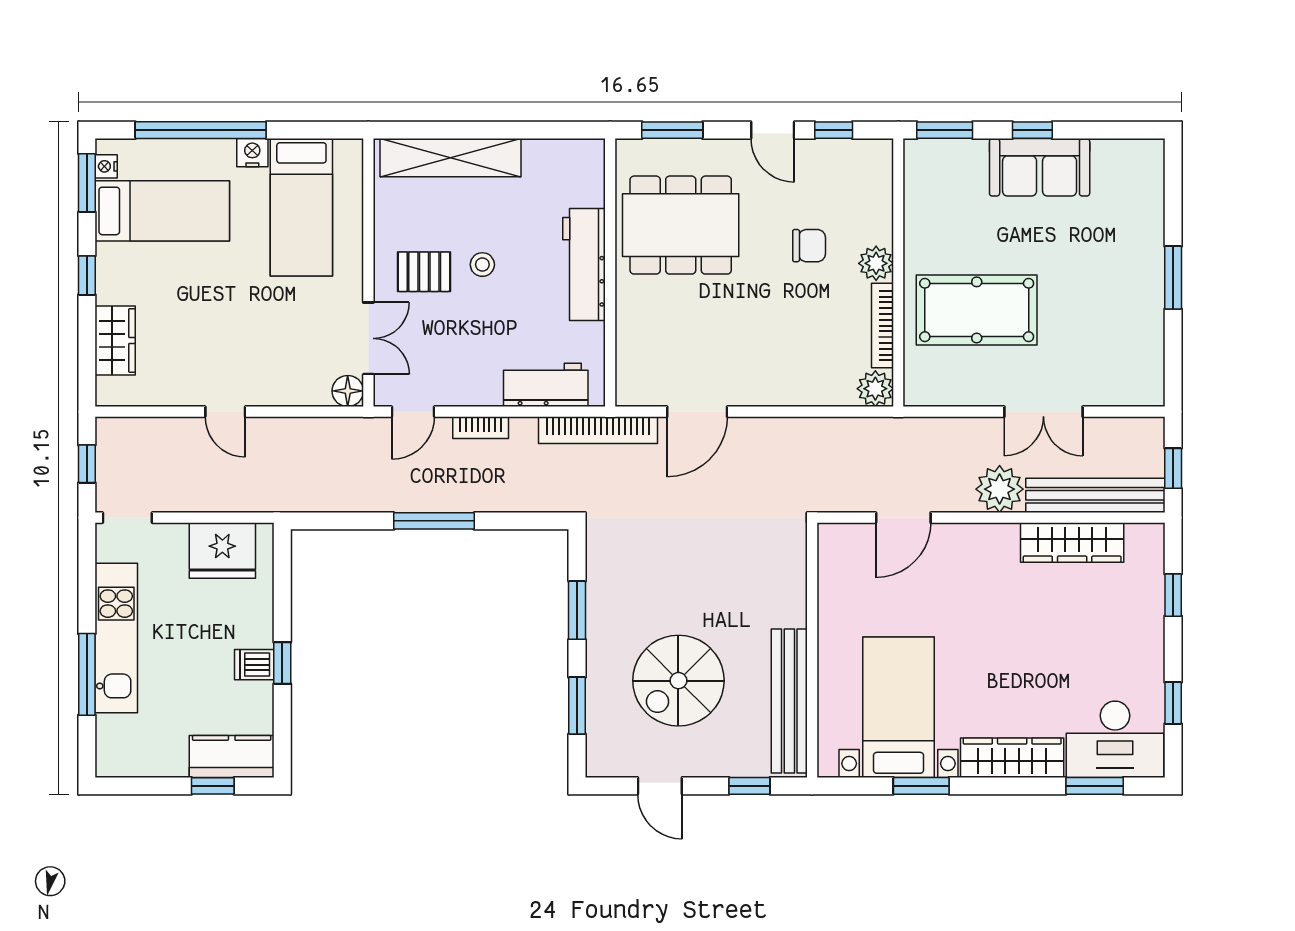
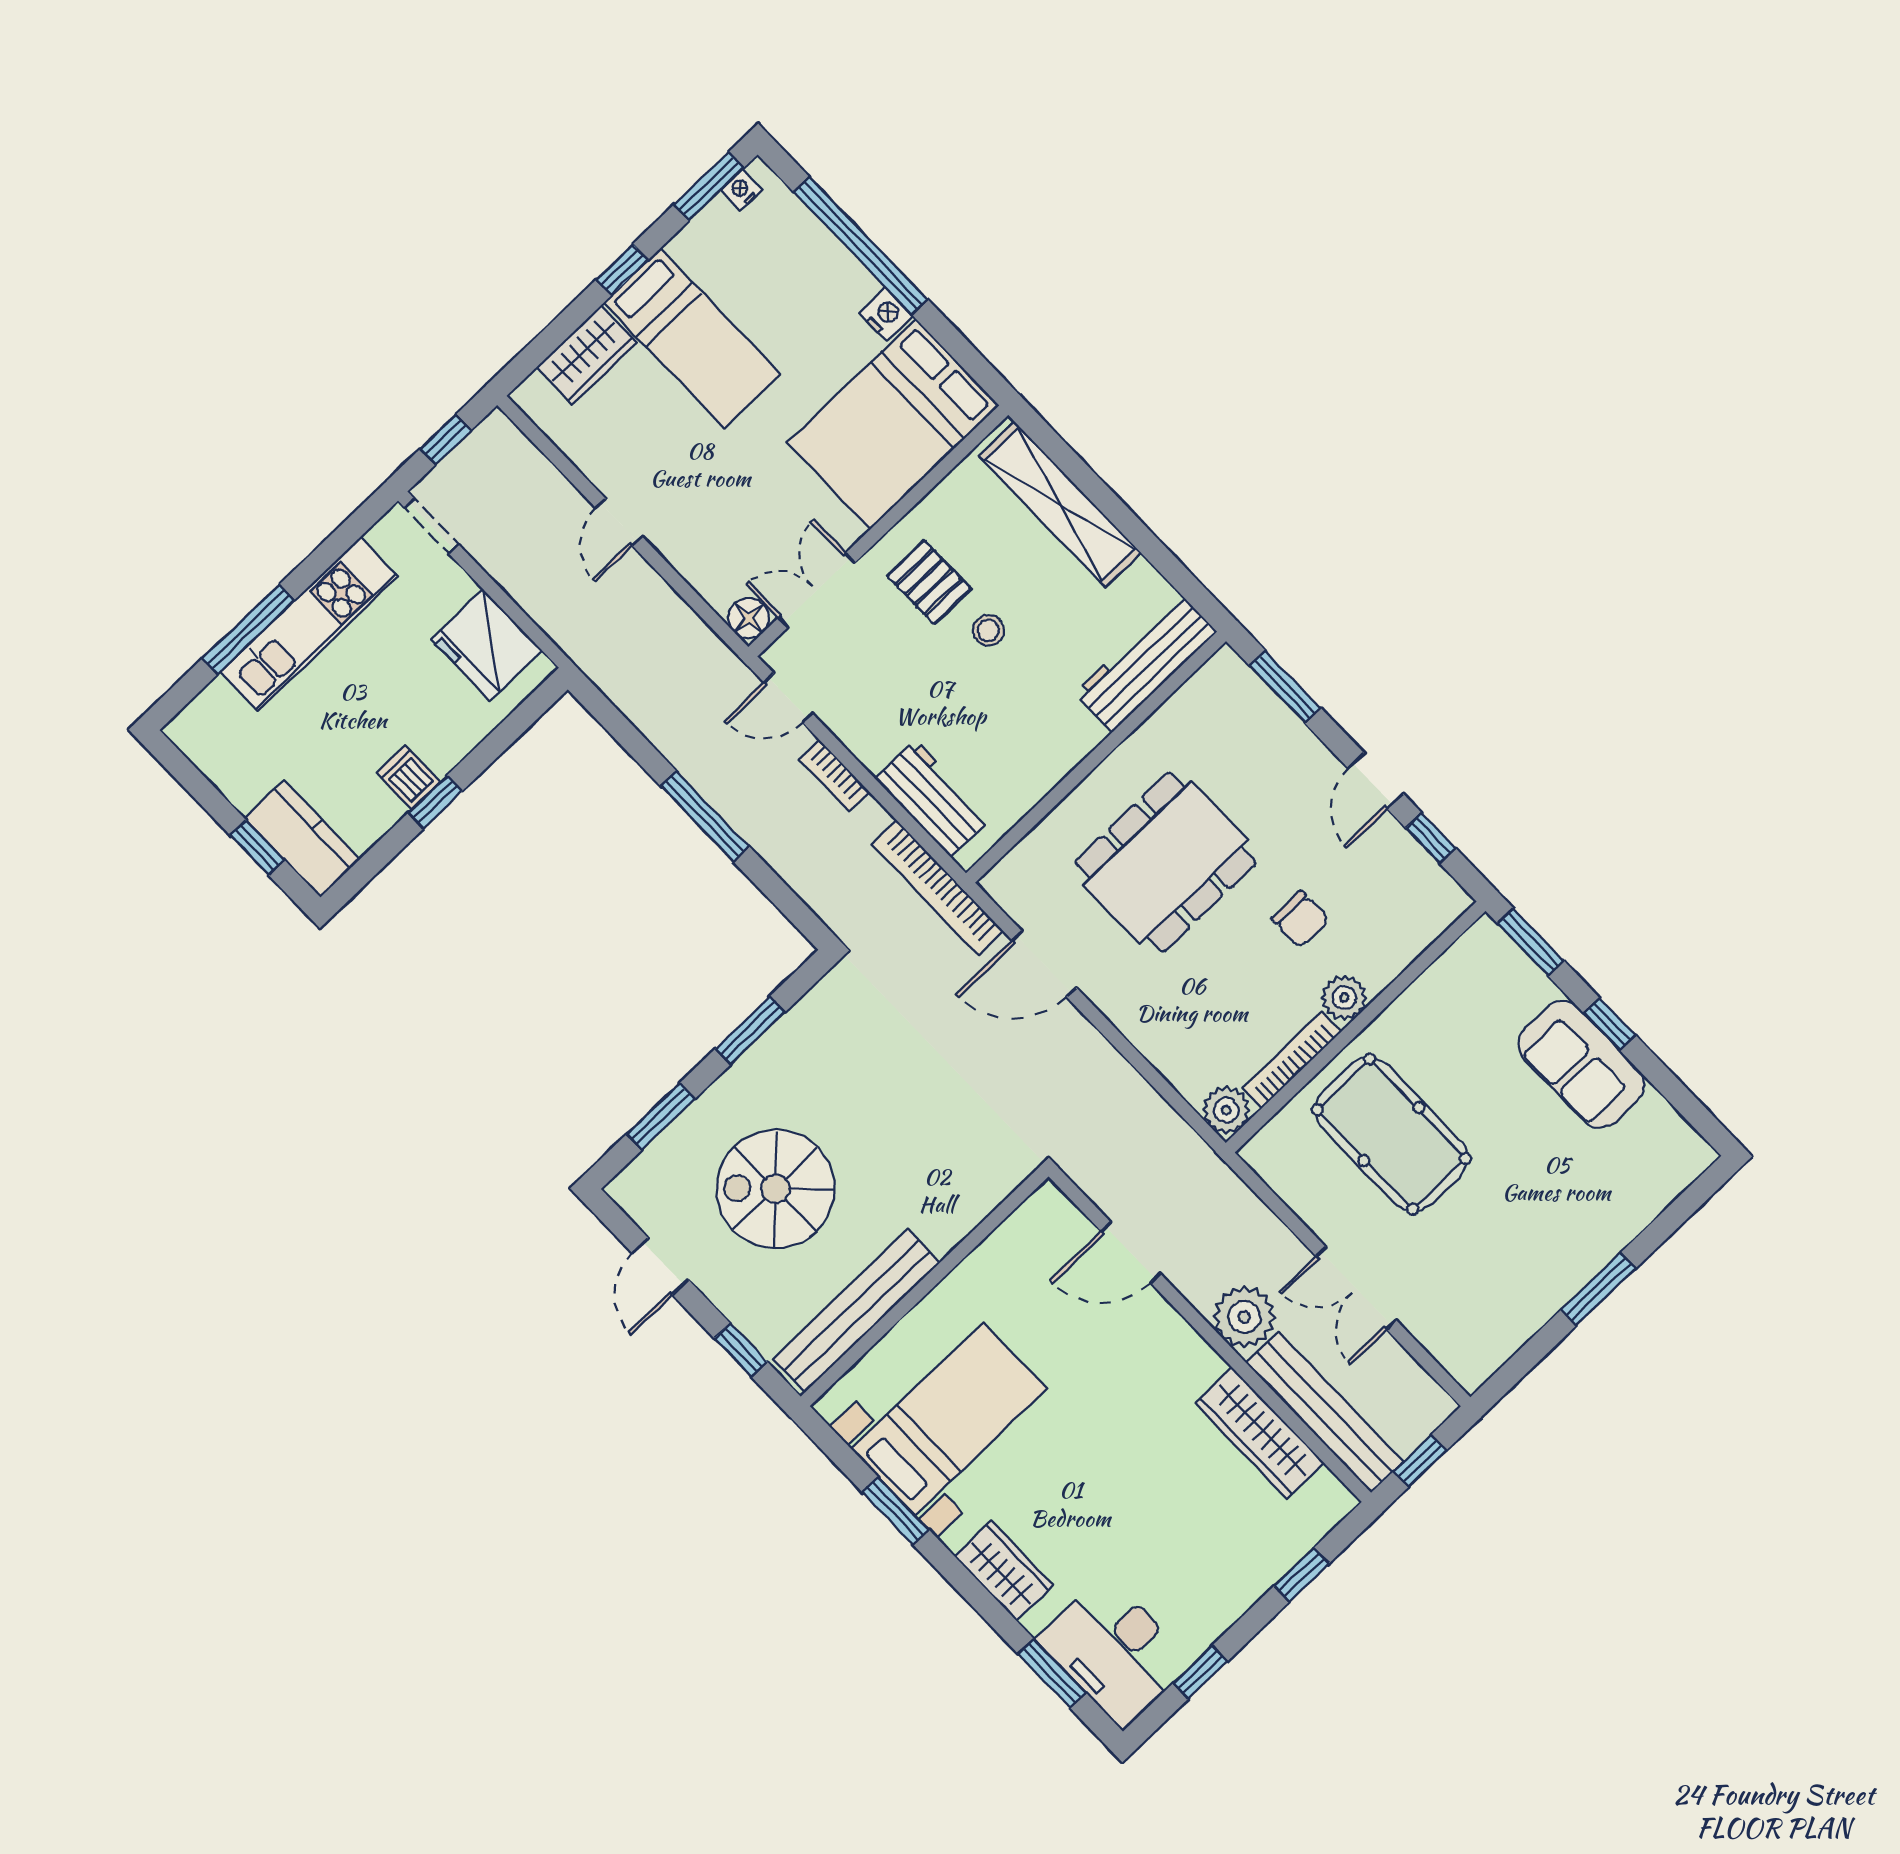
bed: (301, 207) -> (893, 424), width x1.50
bed: (162, 211) -> (692, 338), moved
dining table: (681, 225) -> (1166, 862), moved, turned 90
workbench: (584, 264) -> (1146, 663), moved
double door: (368, 338) -> (817, 590), swing flipped
wardrobe: (1012, 758) -> (1004, 1571), width x0.67

